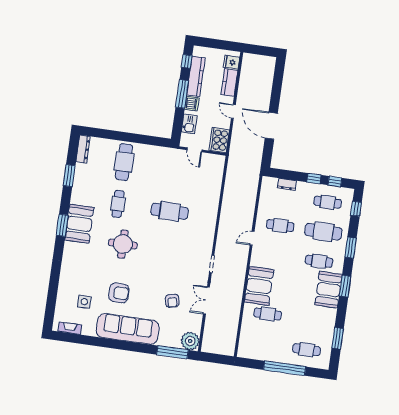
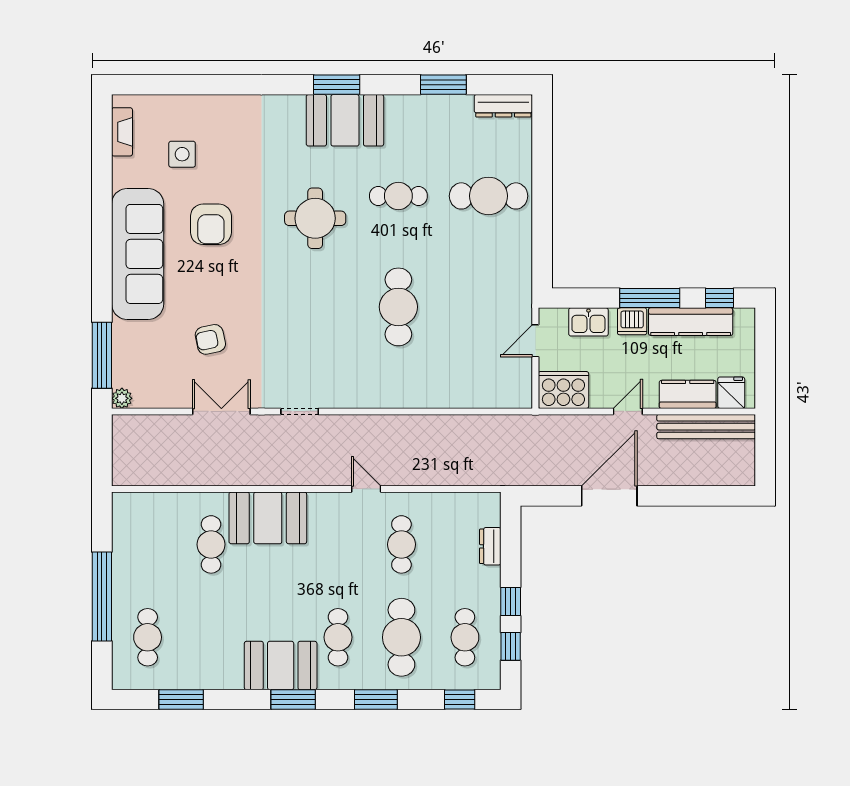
bench: (246, 76) -> (706, 427), added
plant: (190, 341) -> (122, 398), width x0.53, depth x0.53

